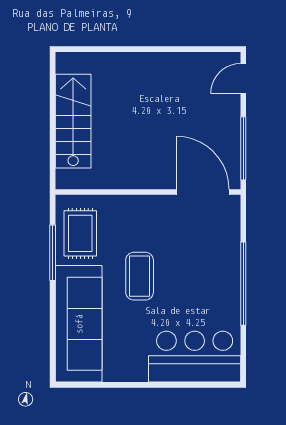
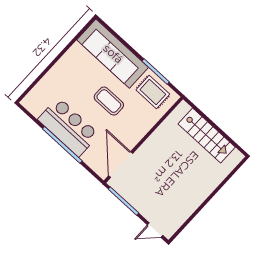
door: (243, 79) -> (155, 230), swing flipped
door: (203, 192) -> (121, 165), swing flipped
bar counter: (195, 357) -> (68, 127), moved, turned -90

